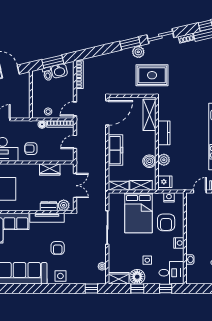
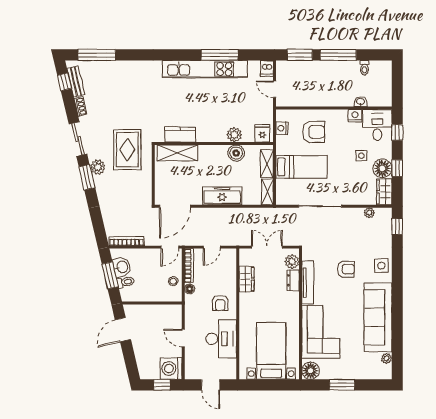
door: (75, 109) -> (170, 247), hinge flipped
door: (107, 113) -> (175, 206), swing flipped
kitchen counter: (164, 133) -> (180, 135), moved
door: (75, 142) -> (212, 247), hinge flipped
bed: (138, 213) -> (301, 167), width x0.67
nightstand: (179, 243) -> (355, 116), moved

